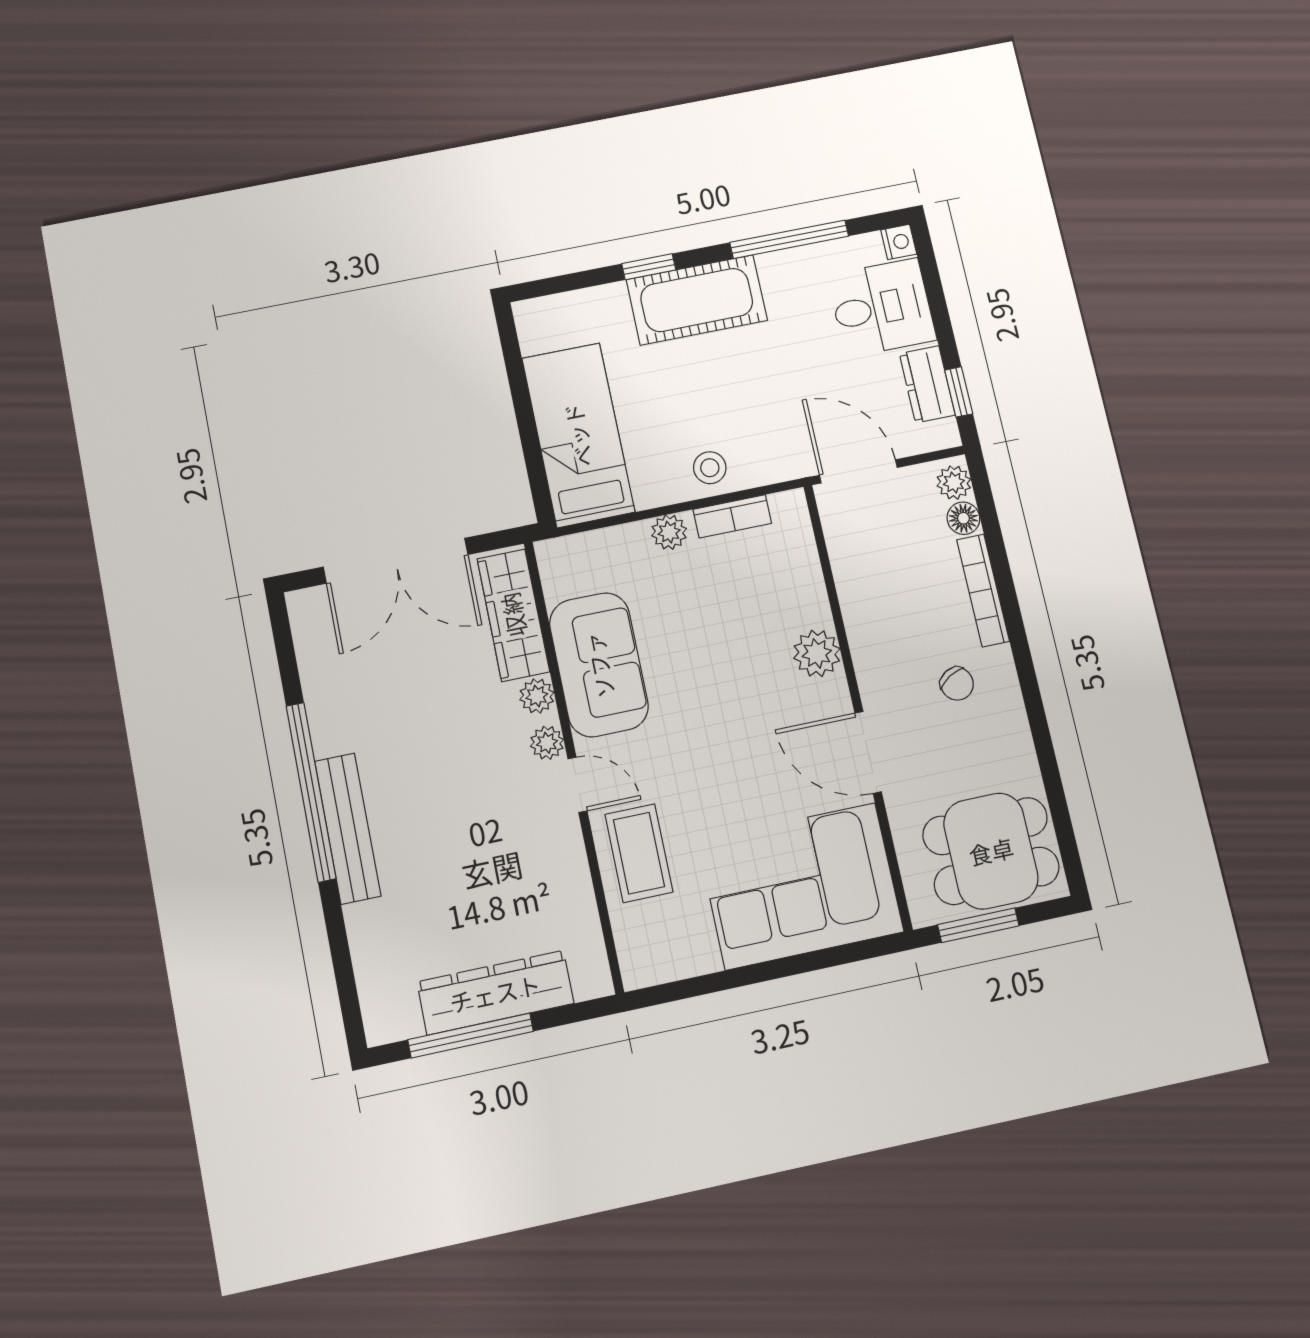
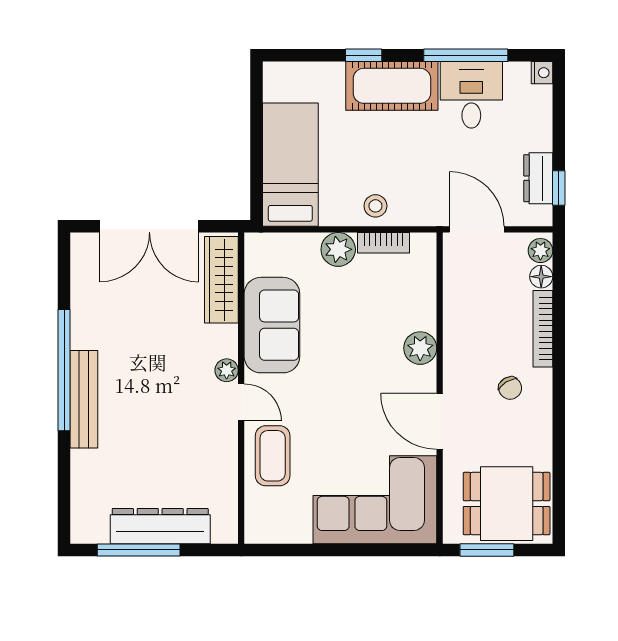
desk: (882, 308) -> (471, 95), moved, turned -90
plant: (669, 532) -> (338, 249), width x1.38, depth x1.38
plant: (537, 696) -> (226, 338), removed

